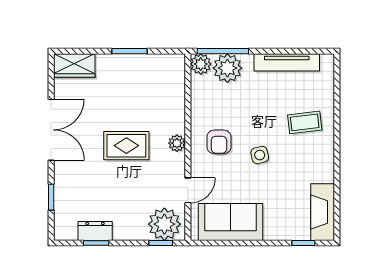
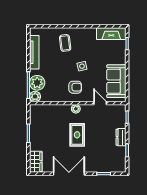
plant: (164, 224) -> (118, 115), removed
dresser: (95, 231) -> (121, 137), moved

